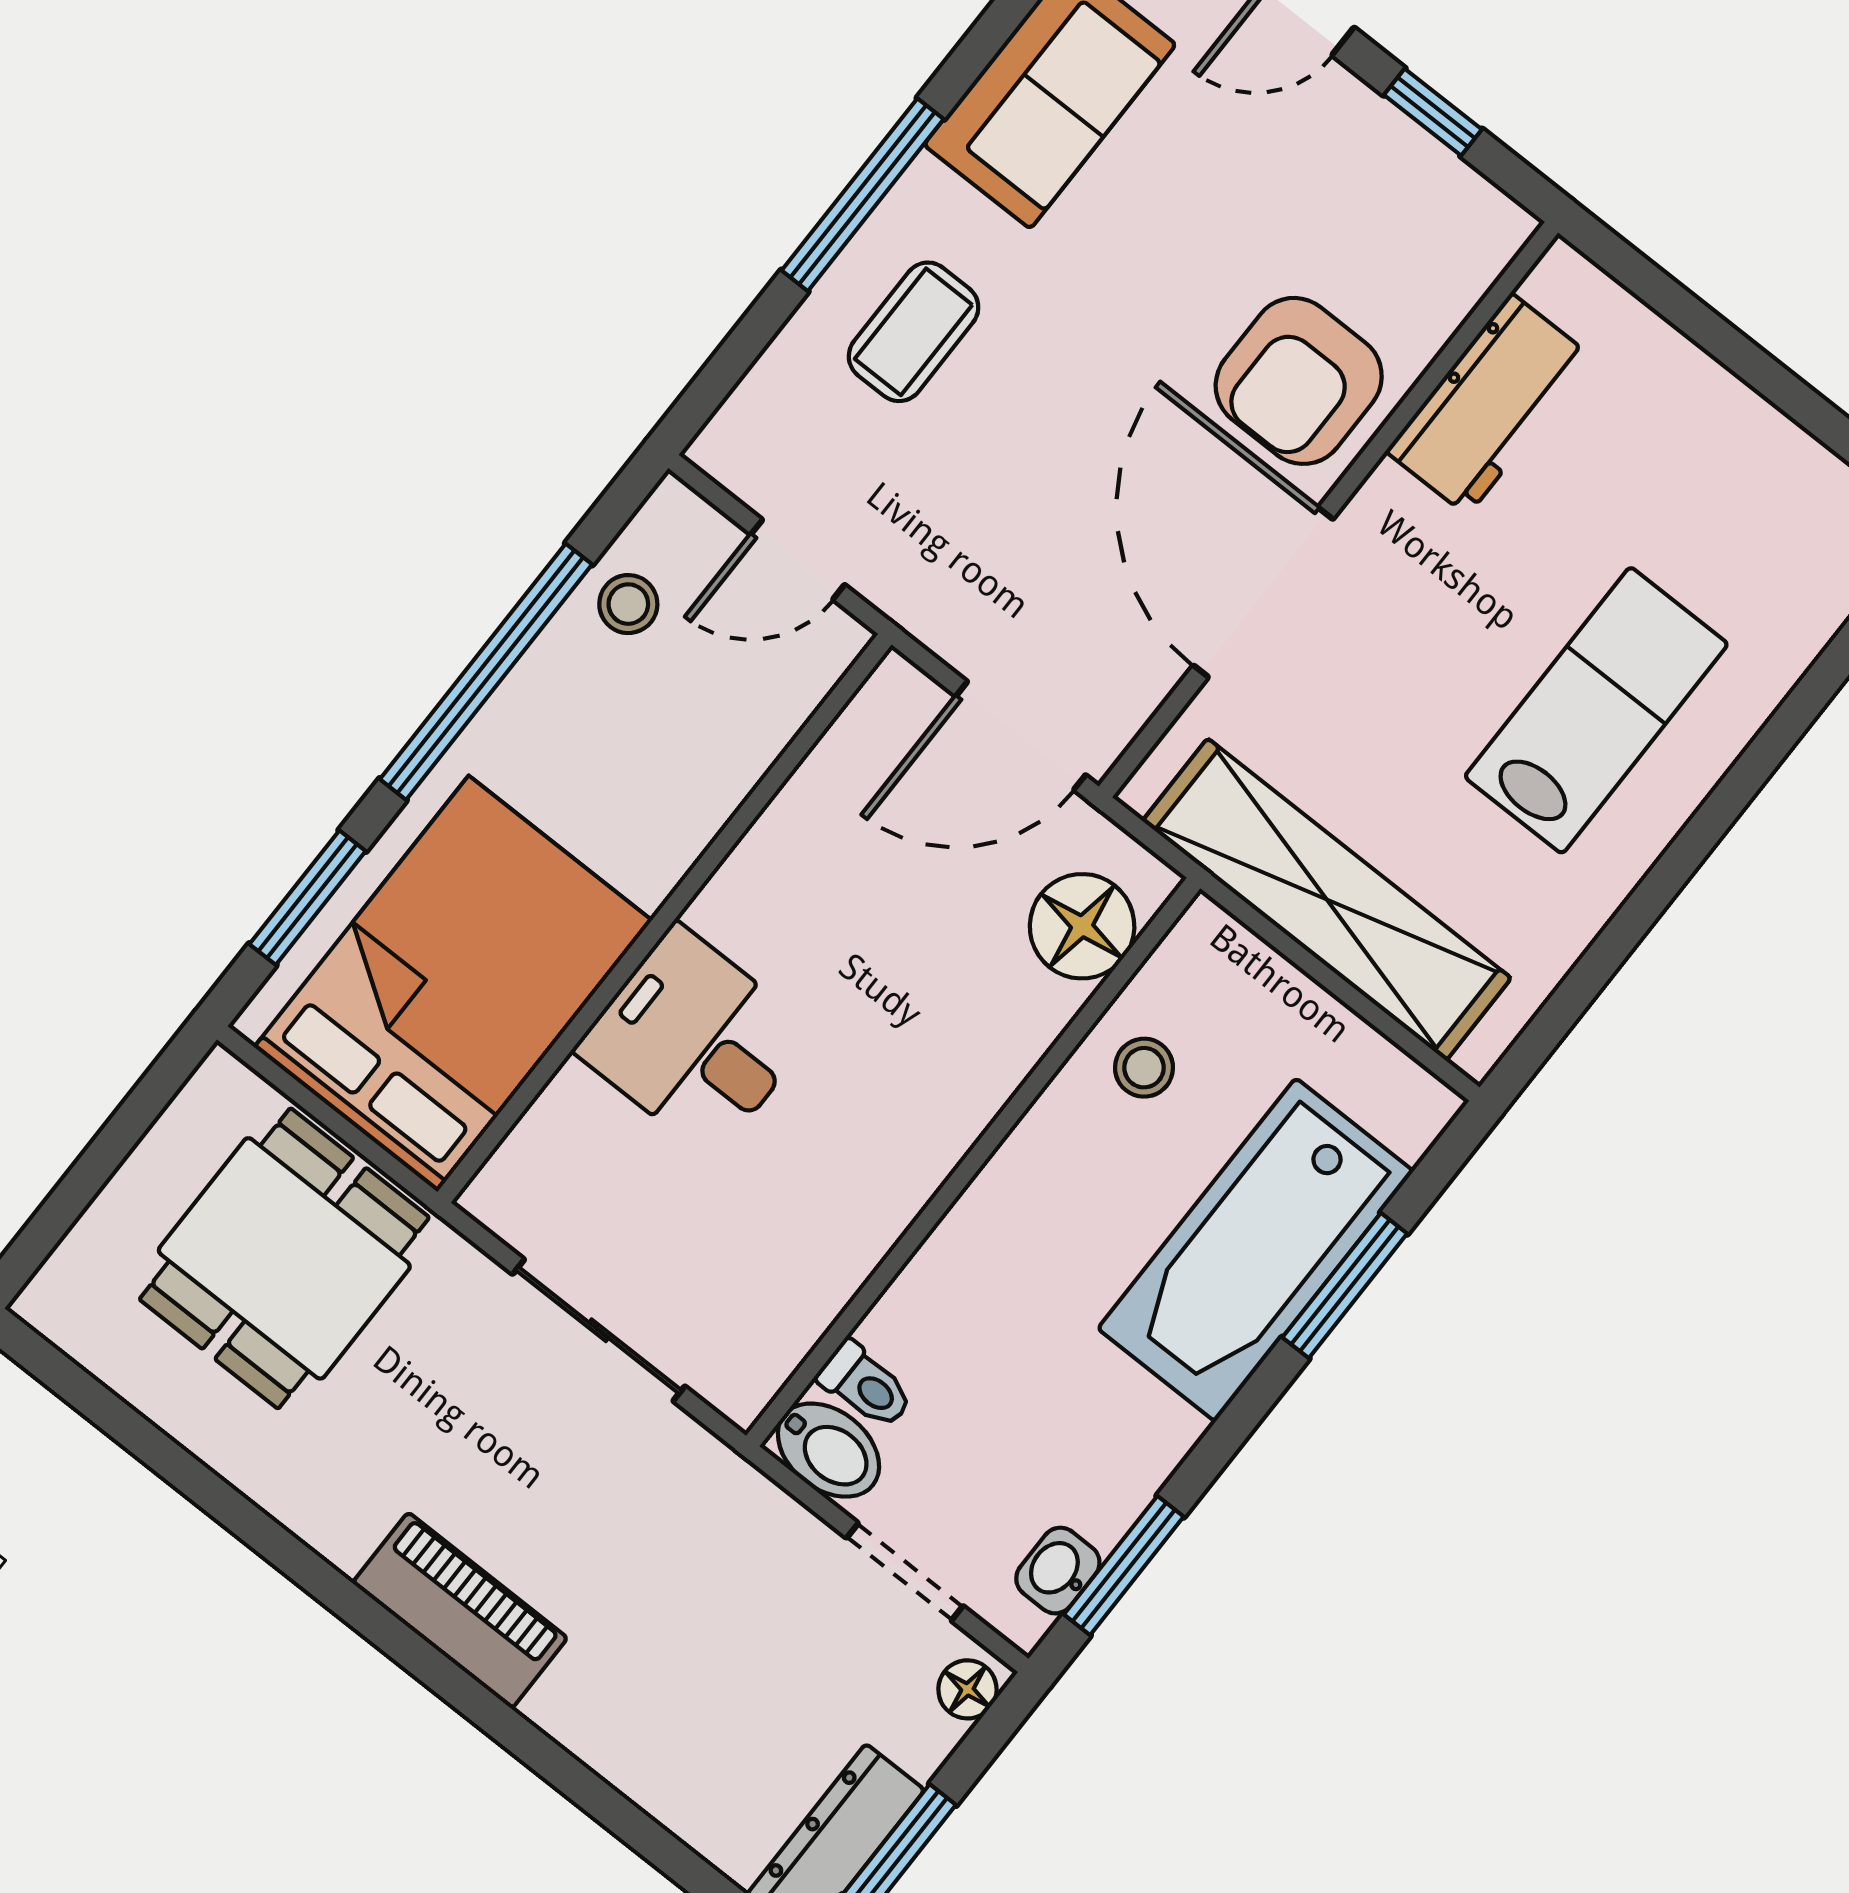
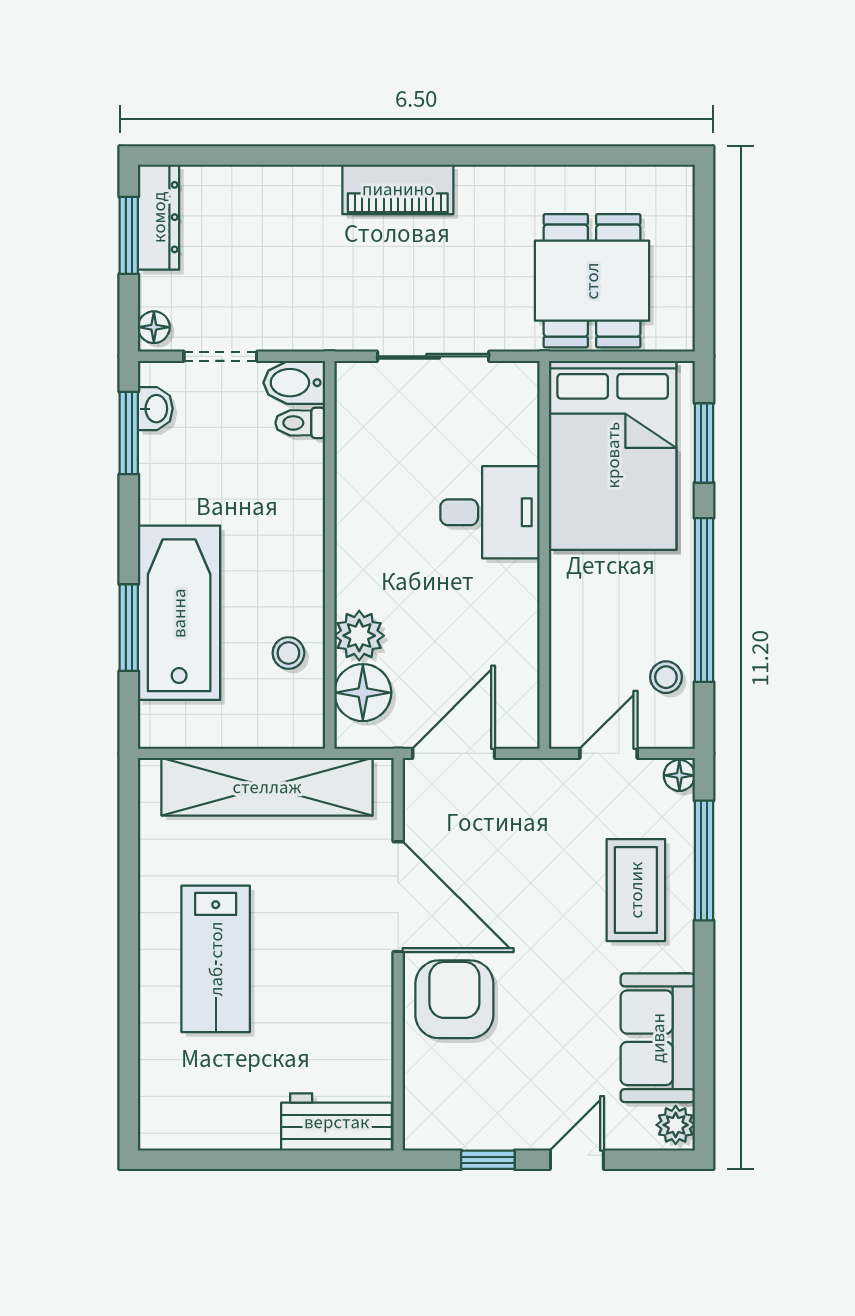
window: (863, 195) -> (704, 861), moved
coffee table: (914, 332) -> (636, 890), width x1.36, depth x1.30
workbench: (1489, 404) -> (337, 1122), moved, turned 90
floor lamp: (721, 447) -> (679, 775), added
plant: (1022, 1012) -> (359, 636), added

